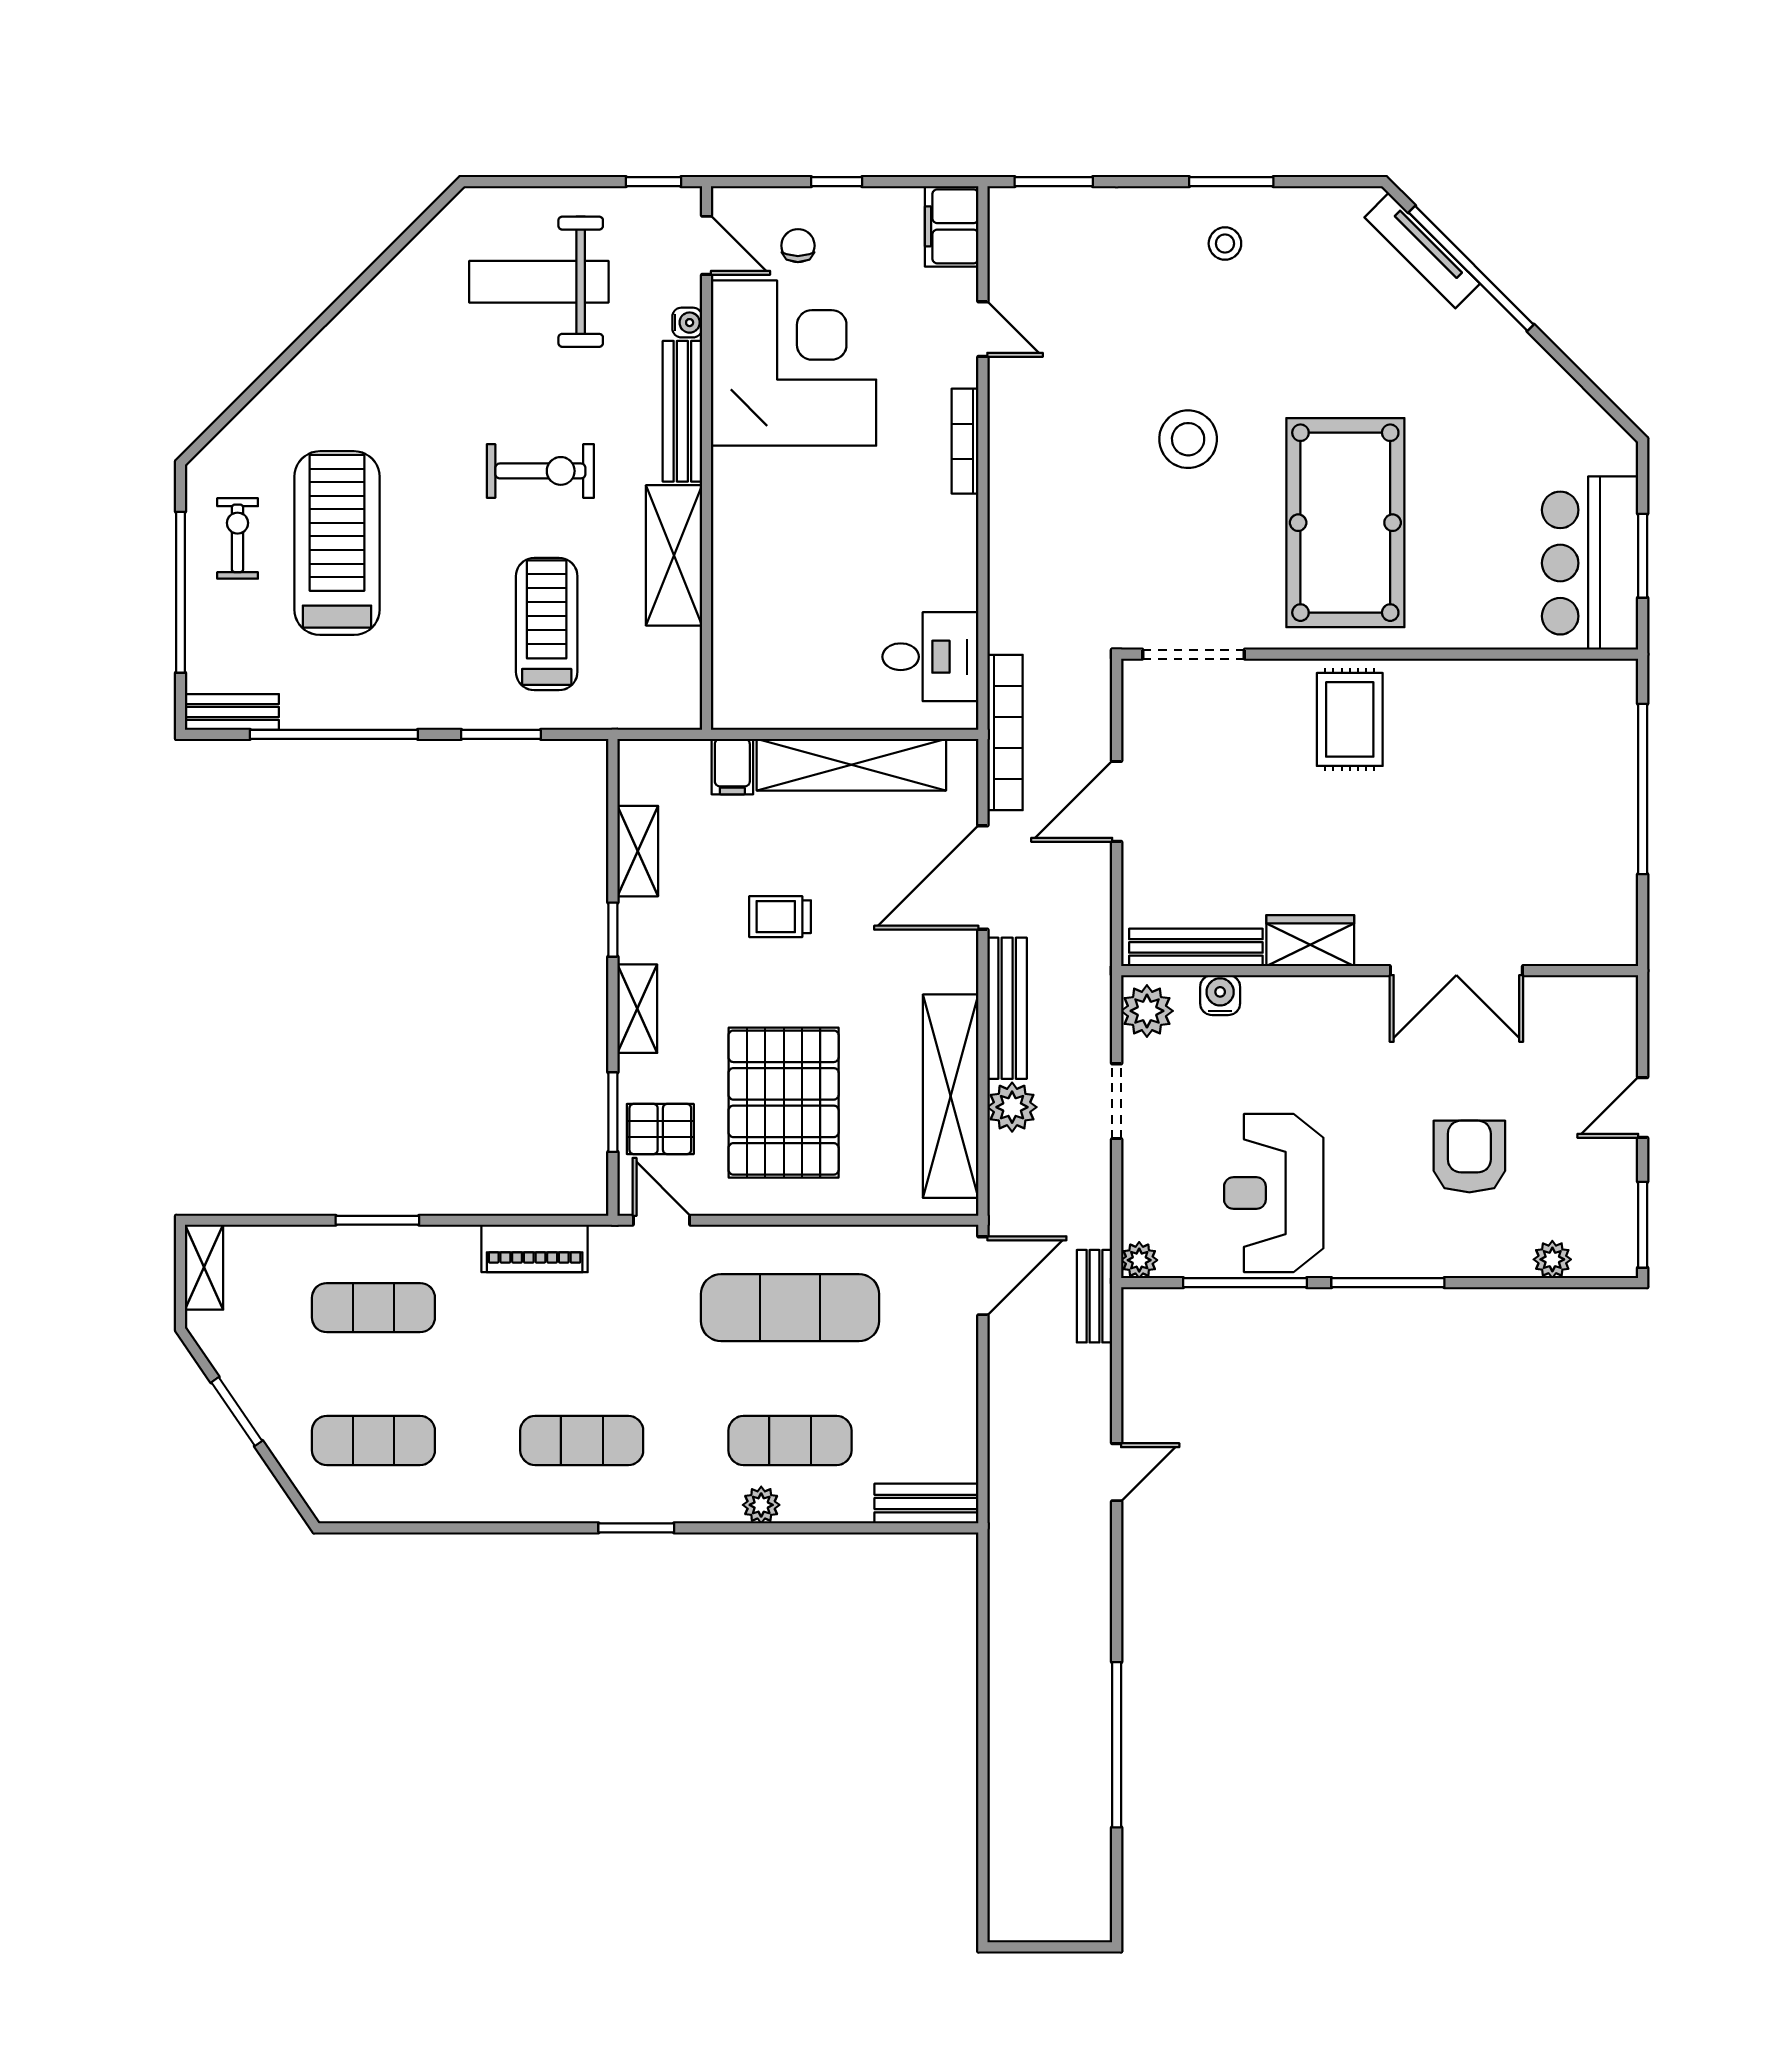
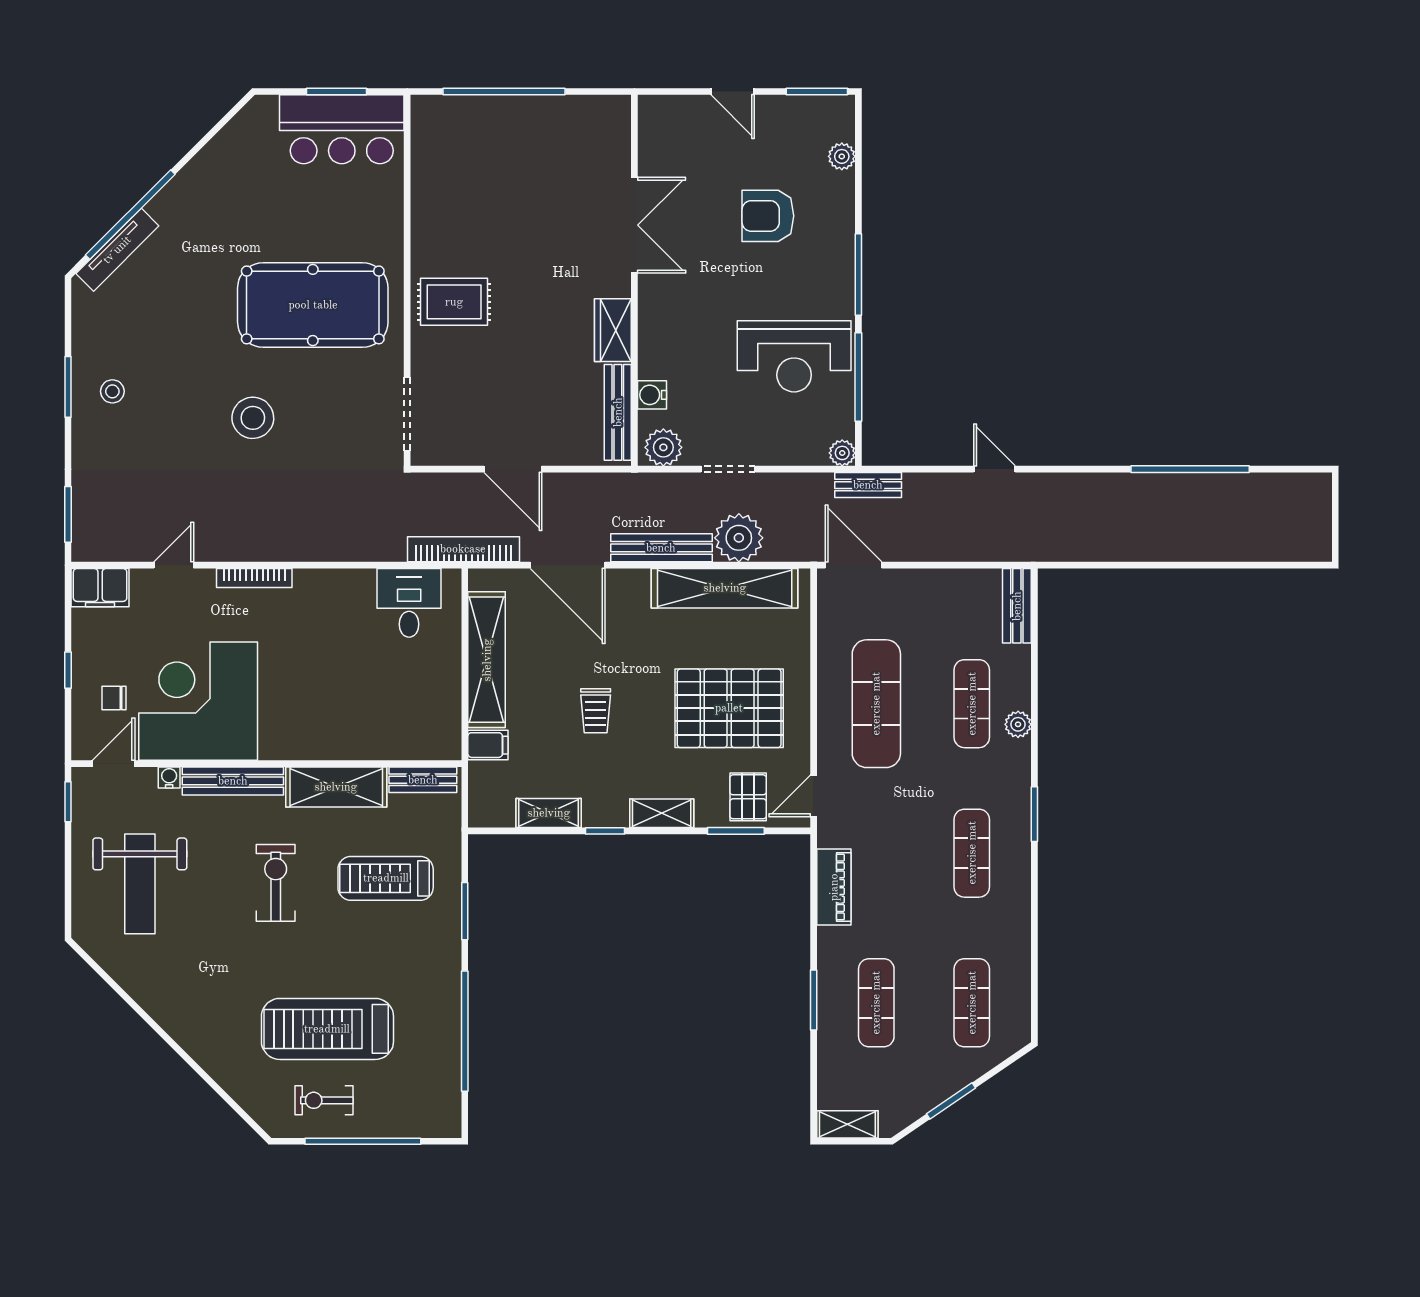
bench: (232, 712) -> (423, 780), moved, turned 90
plant: (1012, 1107) -> (739, 538), width x1.36, depth x1.36

